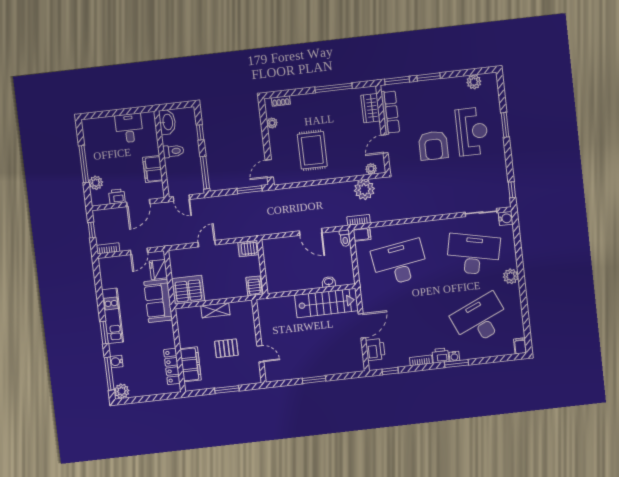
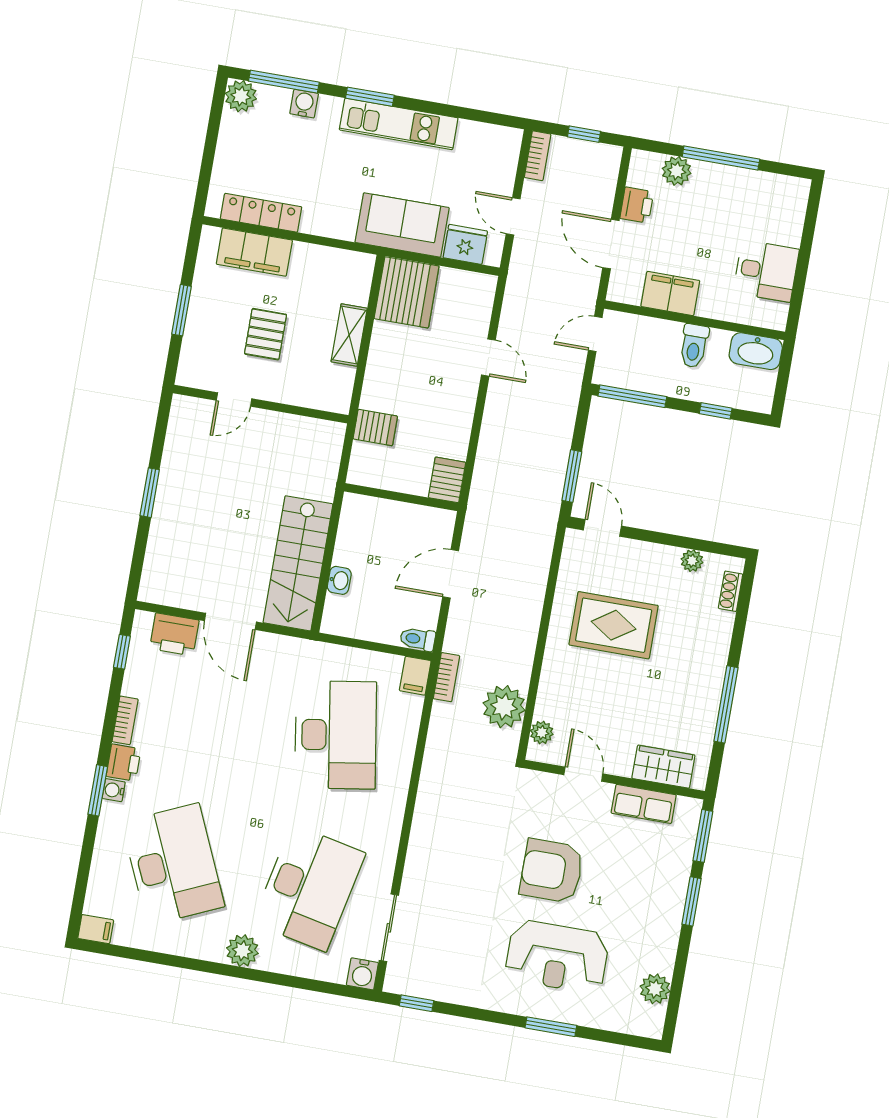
row of seats: (390, 112) -> (644, 804), width x0.68
server rack: (248, 248) -> (447, 480), moved
wall: (262, 267) -> (401, 497), moved

